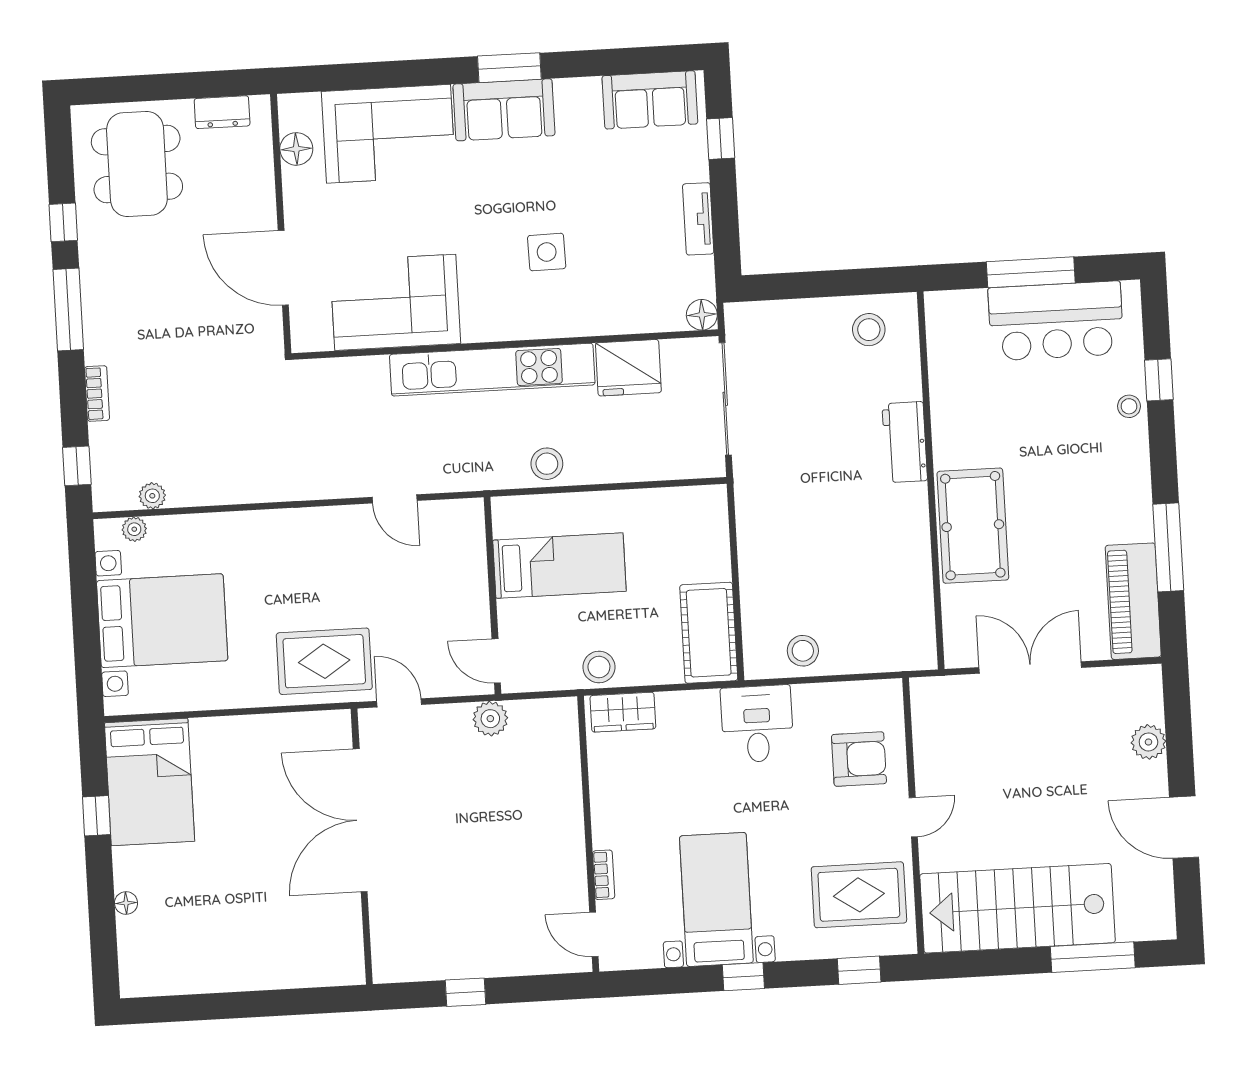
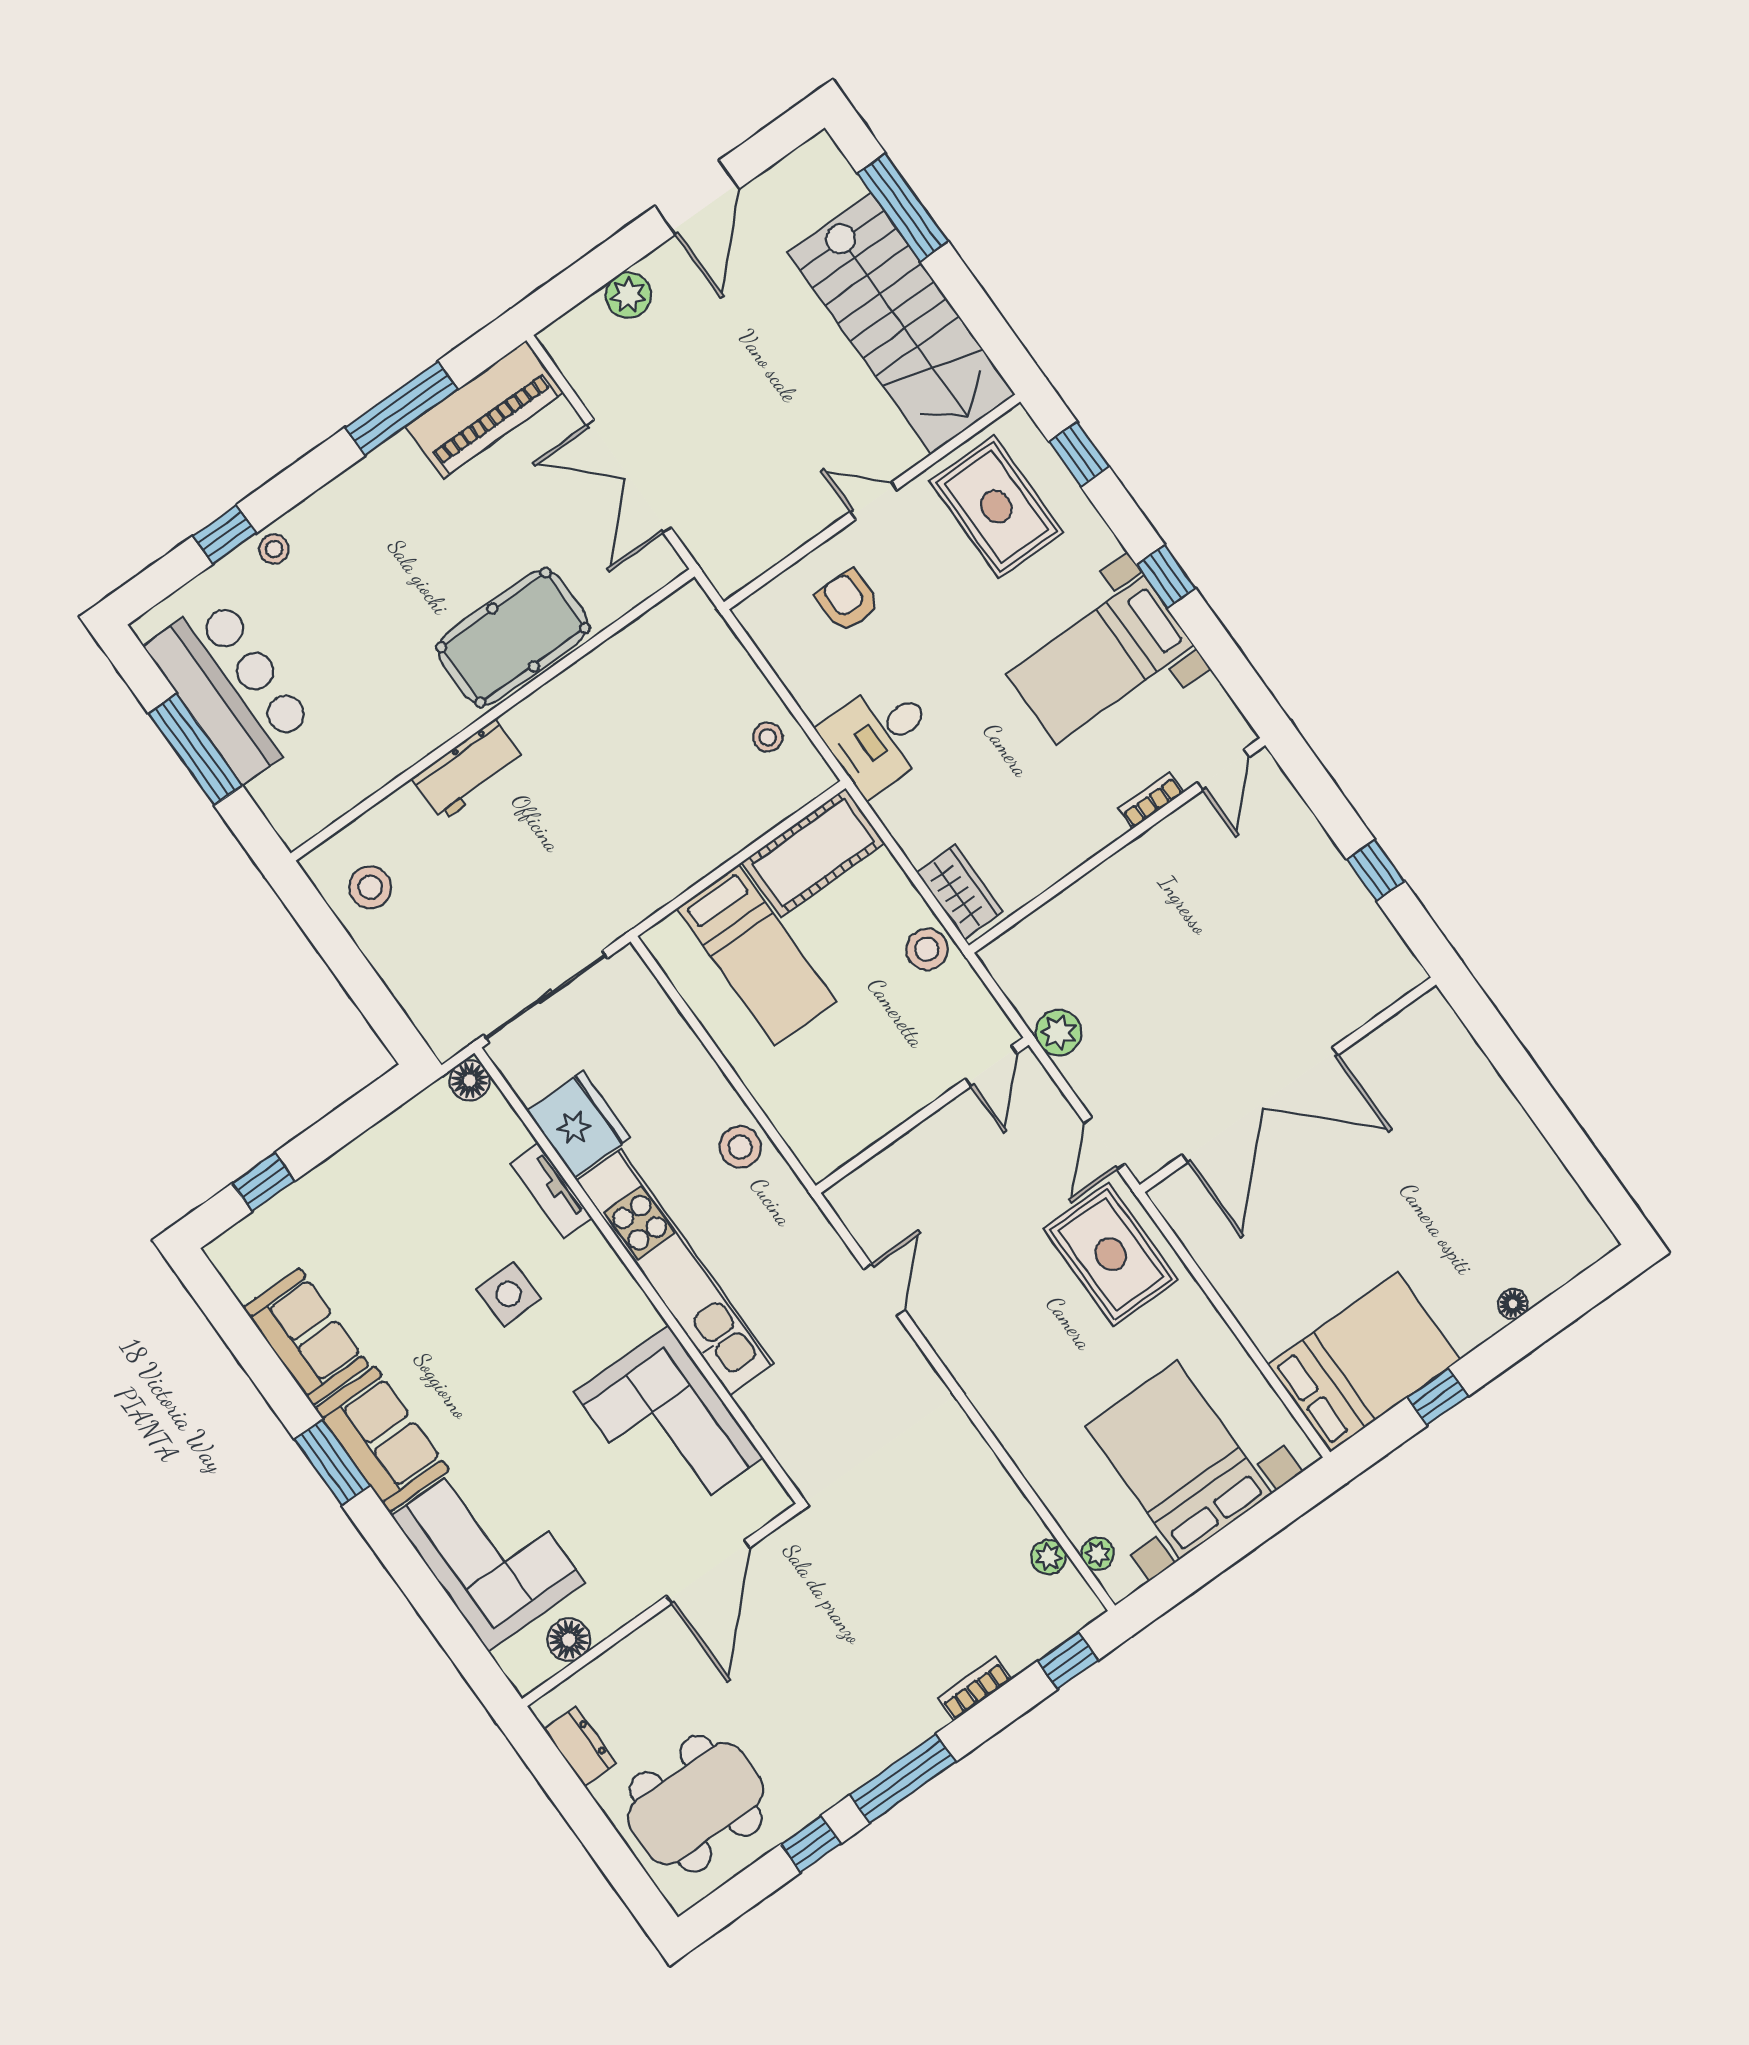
sofa: (650, 100) -> (306, 1337), moved
tv unit: (698, 219) -> (551, 1190), moved, turned 90
bed: (559, 566) -> (757, 955), moved, turned 180
stool: (803, 651) -> (768, 737), width x0.73, depth x0.73
armchair: (859, 759) -> (848, 601), width x0.72, depth x0.72

